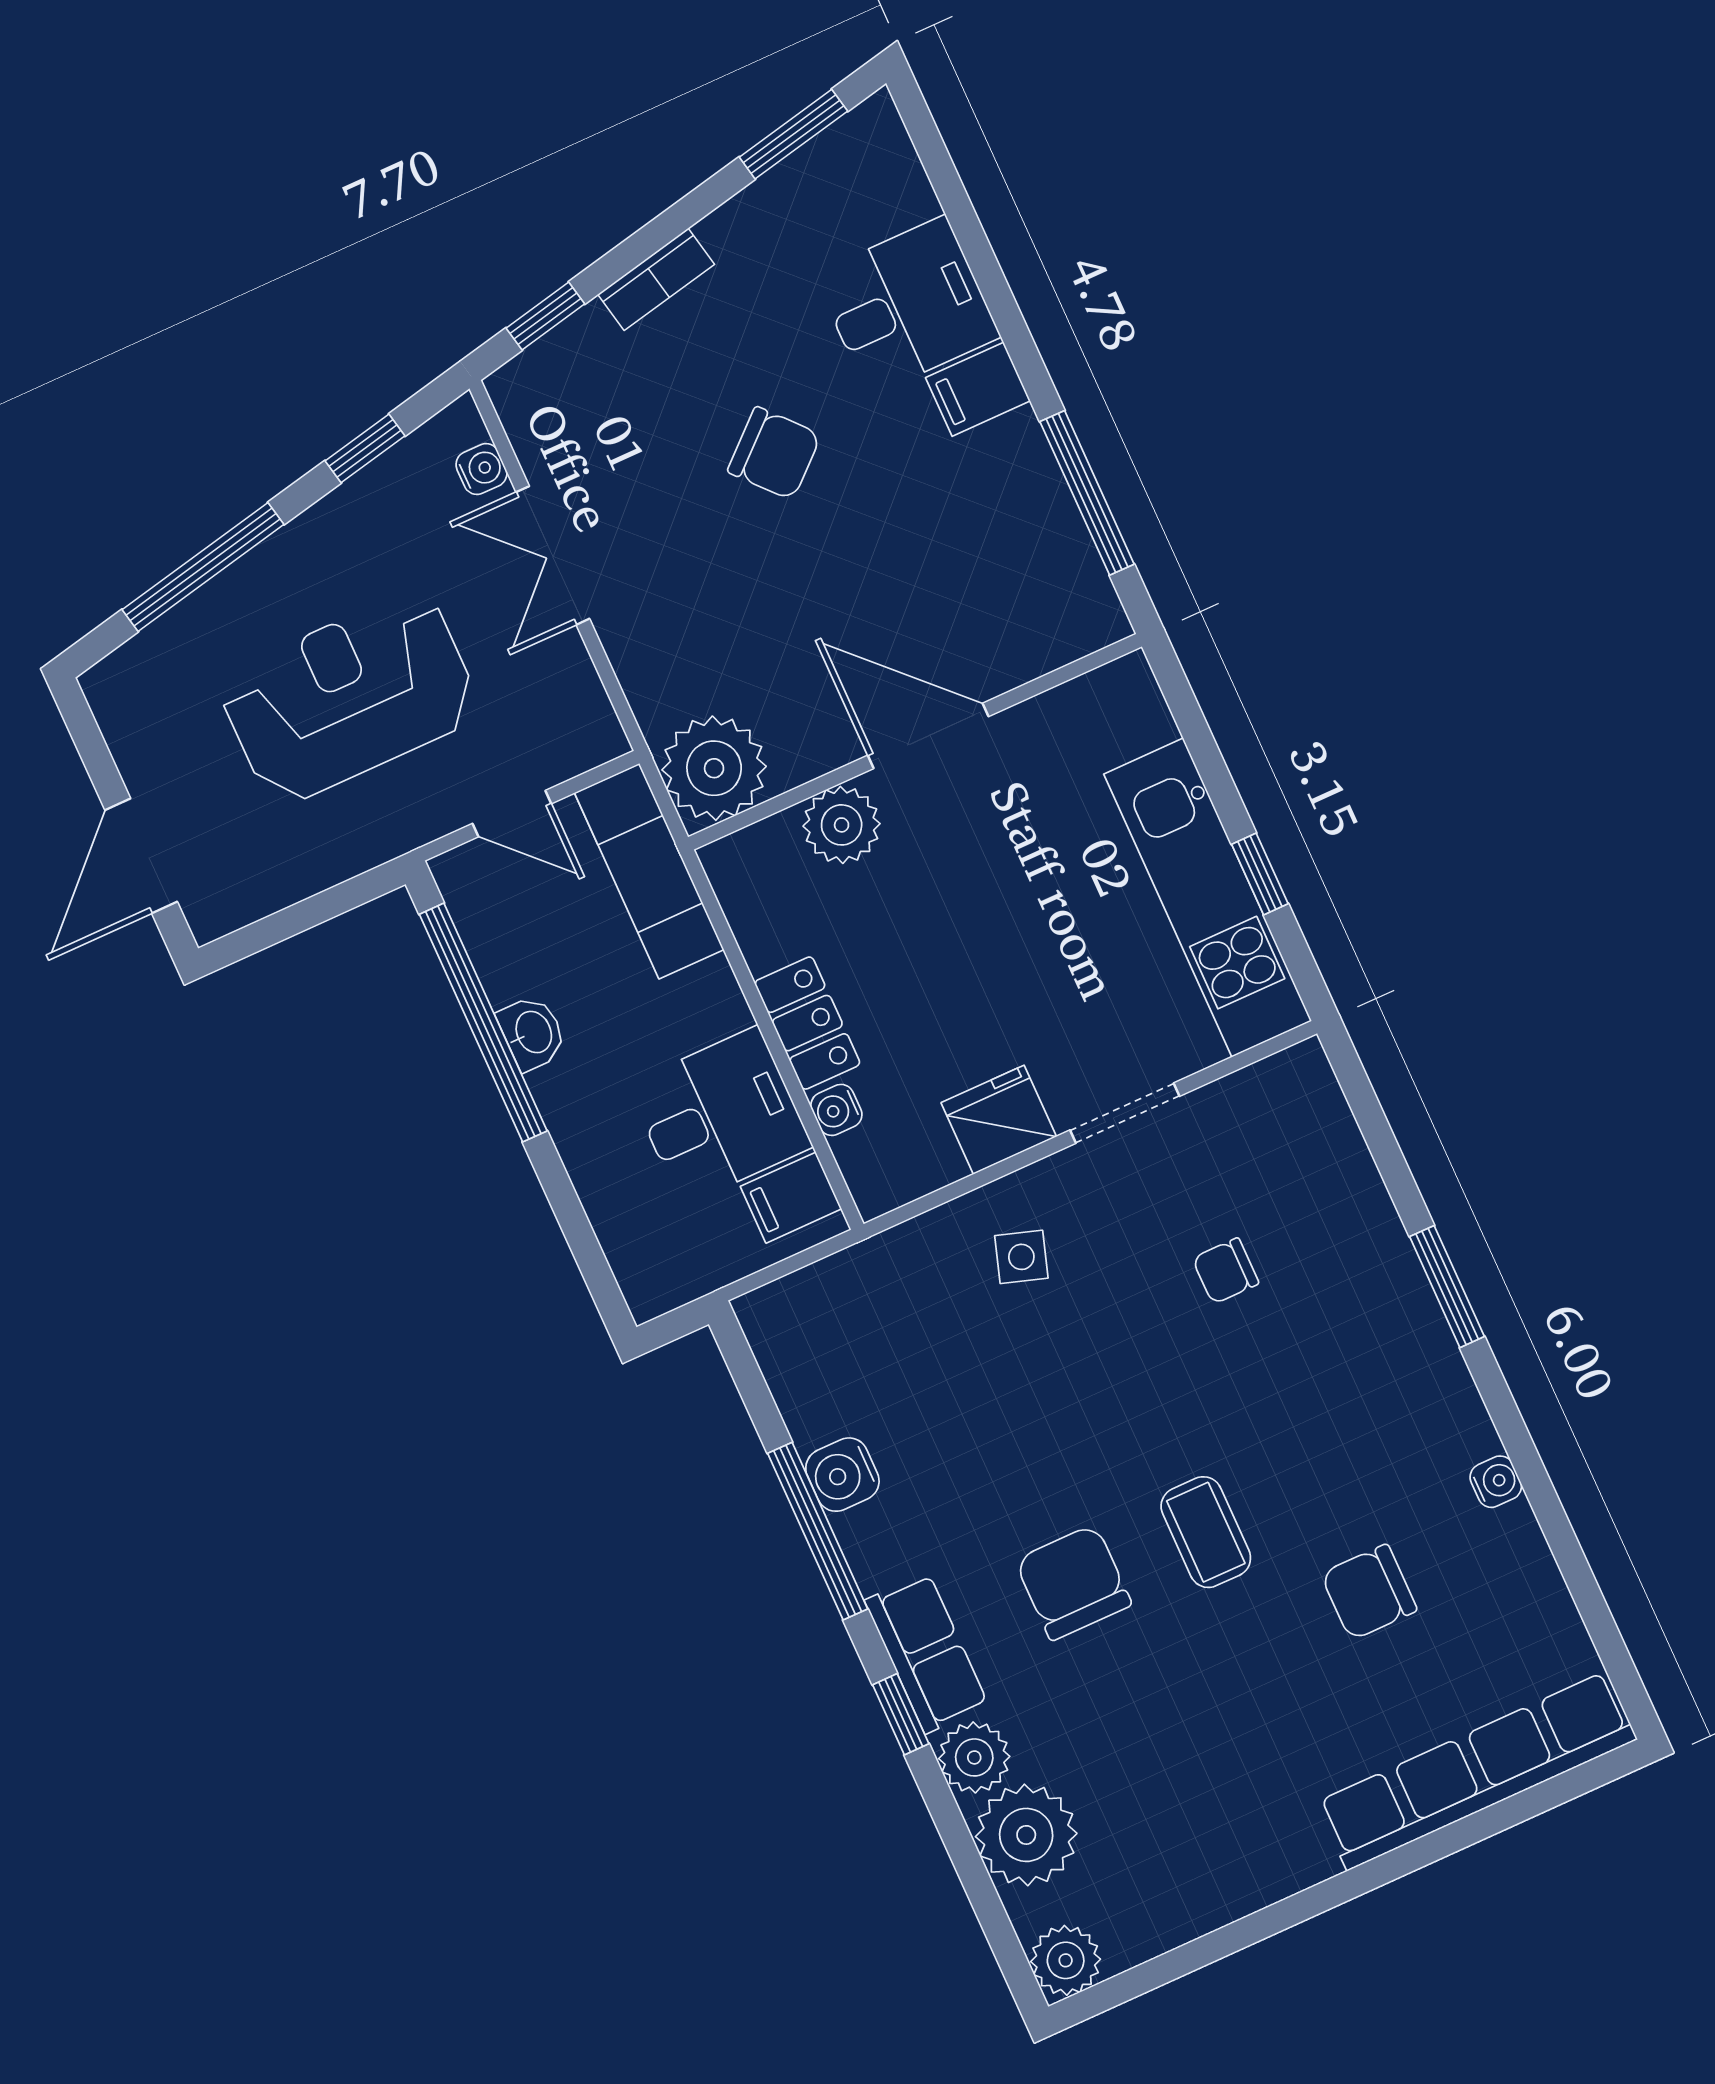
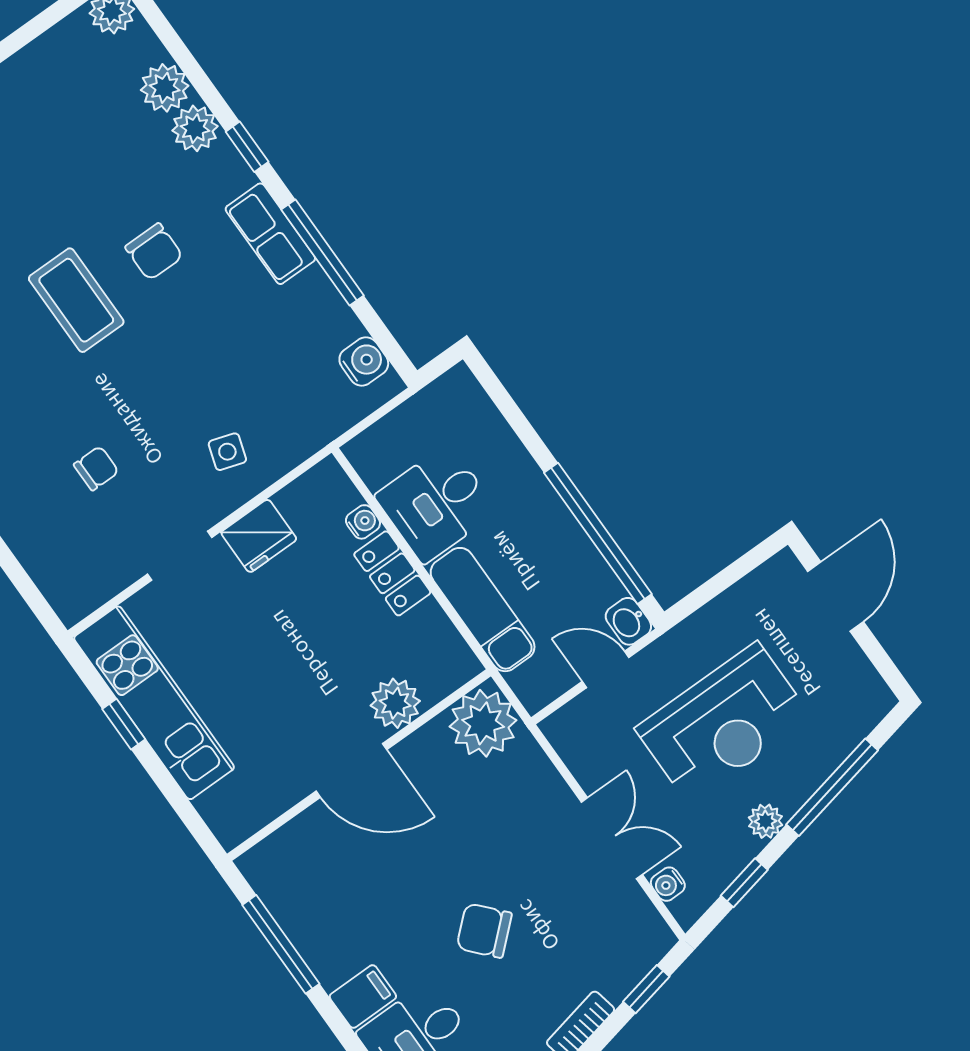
plant: (314, 535) -> (765, 821), added
exam couch: (649, 871) -> (483, 610), moved
washbasin: (532, 1033) -> (628, 621), moved
filing cabinet: (791, 1198) -> (381, 461), removed
water cooler: (842, 1475) -> (364, 361), moved
coffee table: (1206, 1532) -> (76, 300), width x1.36, depth x1.30
chair: (1073, 1582) -> (154, 252), width x0.73, depth x0.73
row of seats: (926, 1653) -> (270, 234), moved
plant: (1026, 1835) -> (165, 88), width x0.73, depth x0.73

